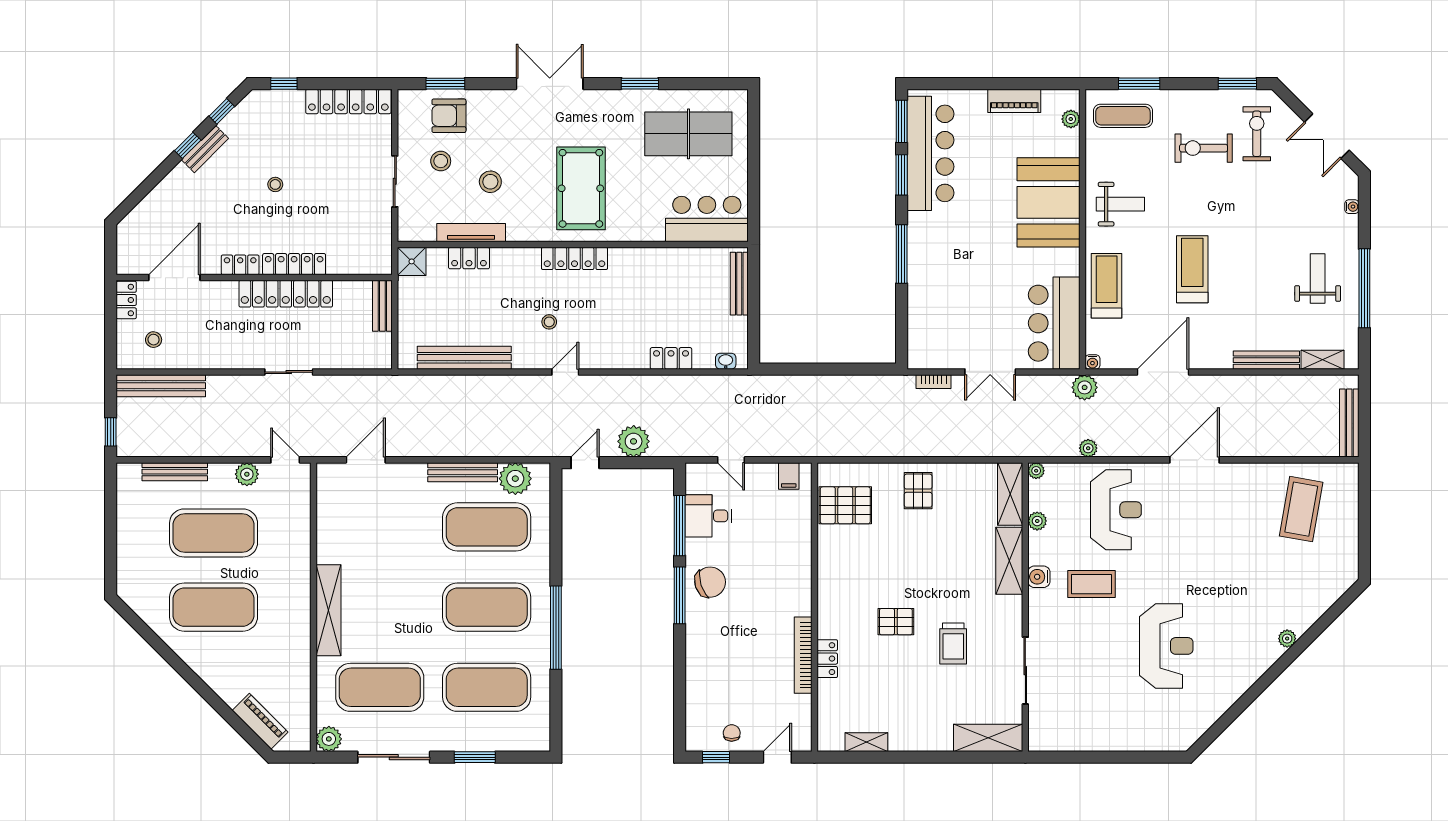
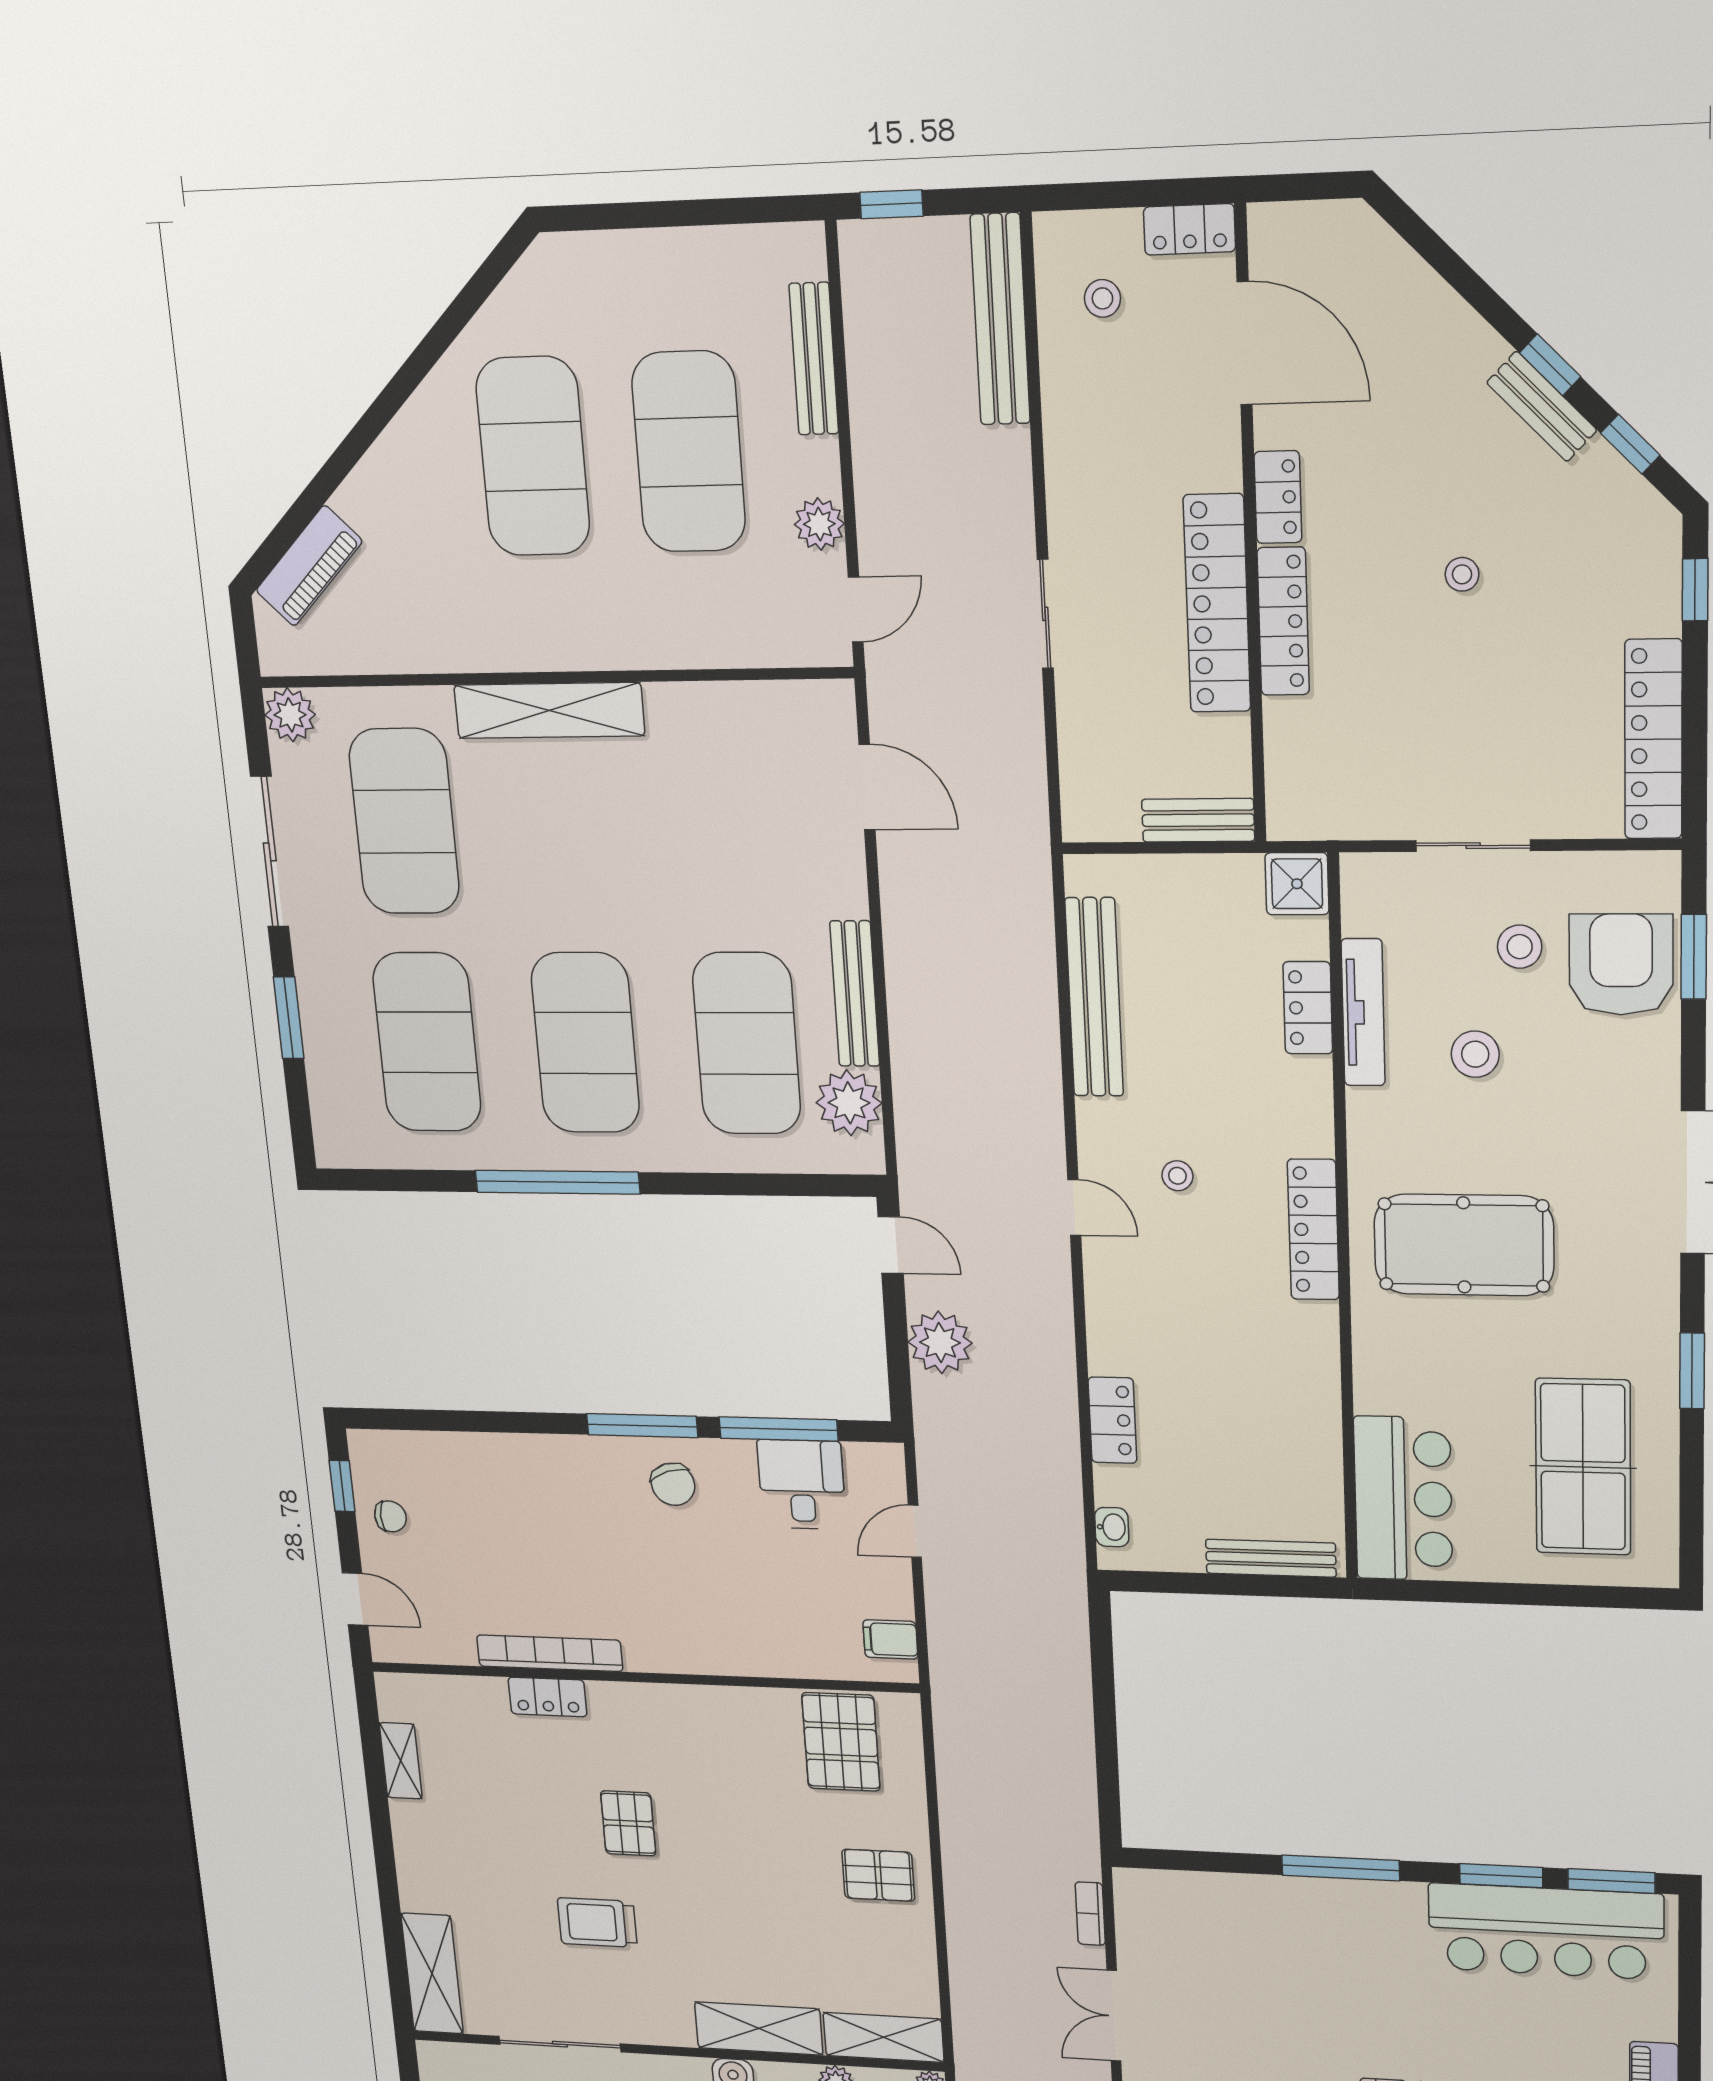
armchair: (449, 116) -> (1621, 964), width x1.36, depth x1.36
chair: (710, 582) -> (673, 1484), width x0.73, depth x0.73

